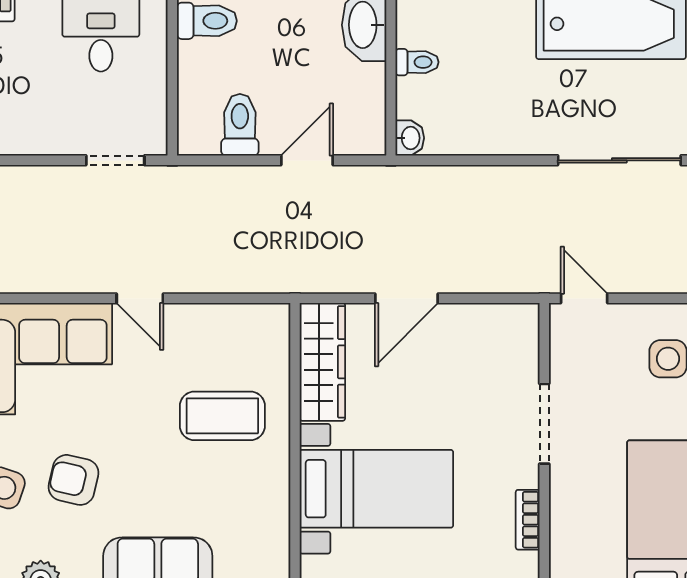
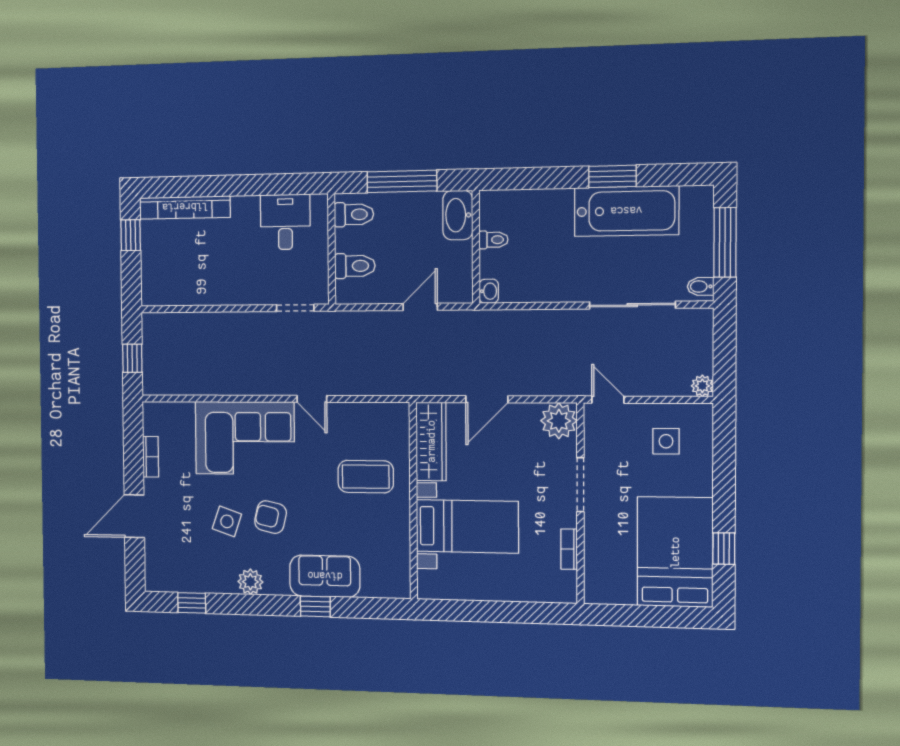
toilet: (240, 125) -> (355, 266), moved, turned 90
plant: (513, 330) -> (559, 421), added

